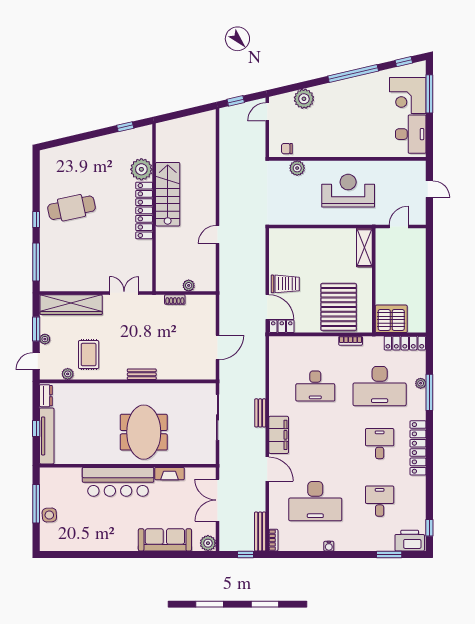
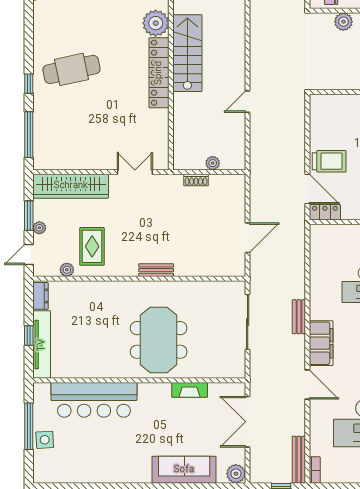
bar counter: (118, 482) -> (94, 400), moved

